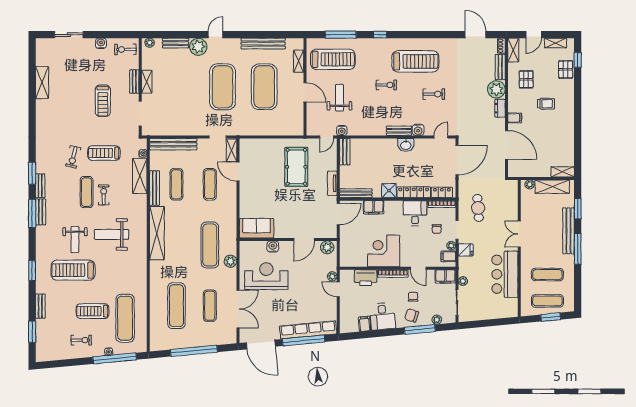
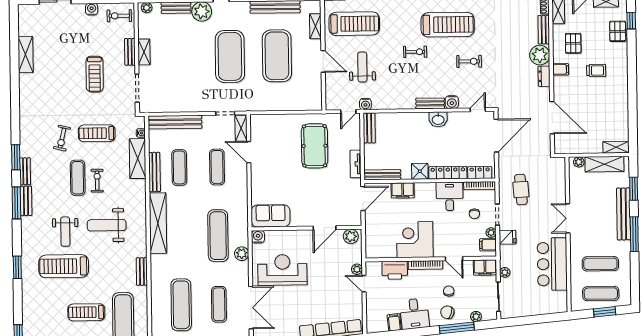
filing cabinet: (515, 118) -> (561, 69), moved
water cooler: (273, 246) -> (258, 237), moved
bench: (40, 306) -> (142, 271), moved

